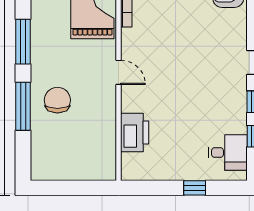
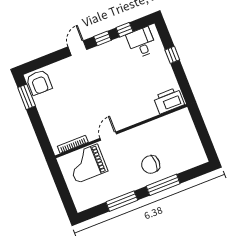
door: (118, 72) -> (108, 136), moved
printer: (135, 133) -> (169, 101), moved

